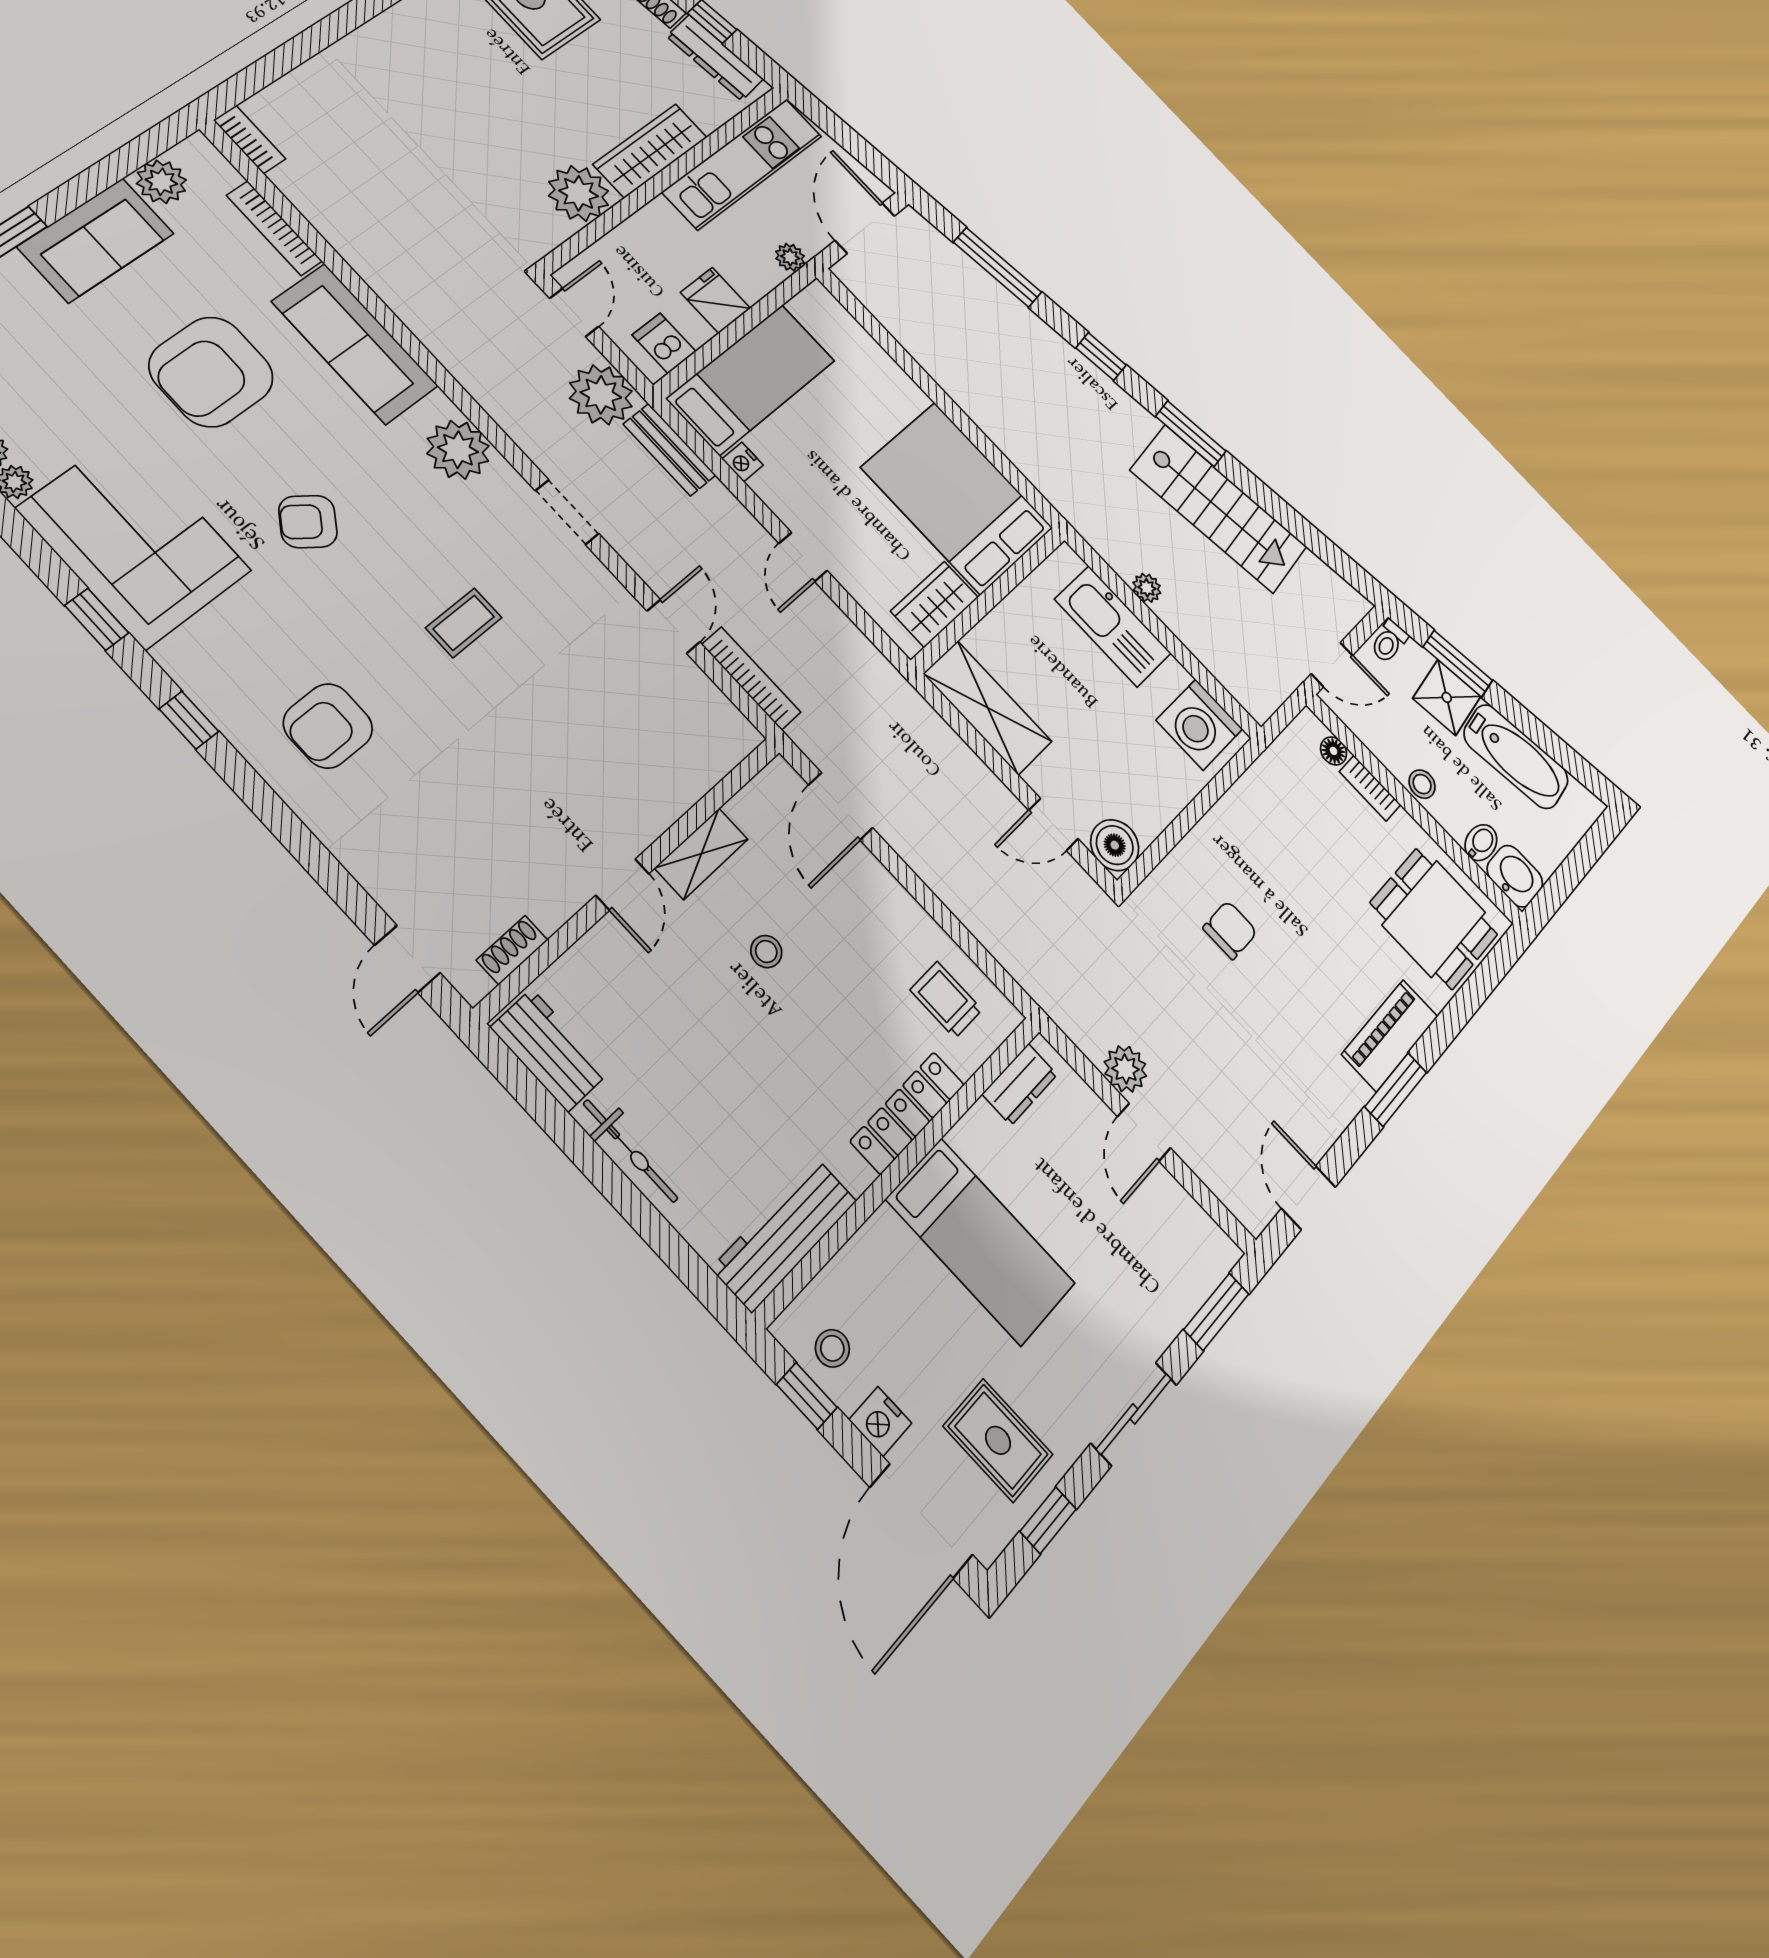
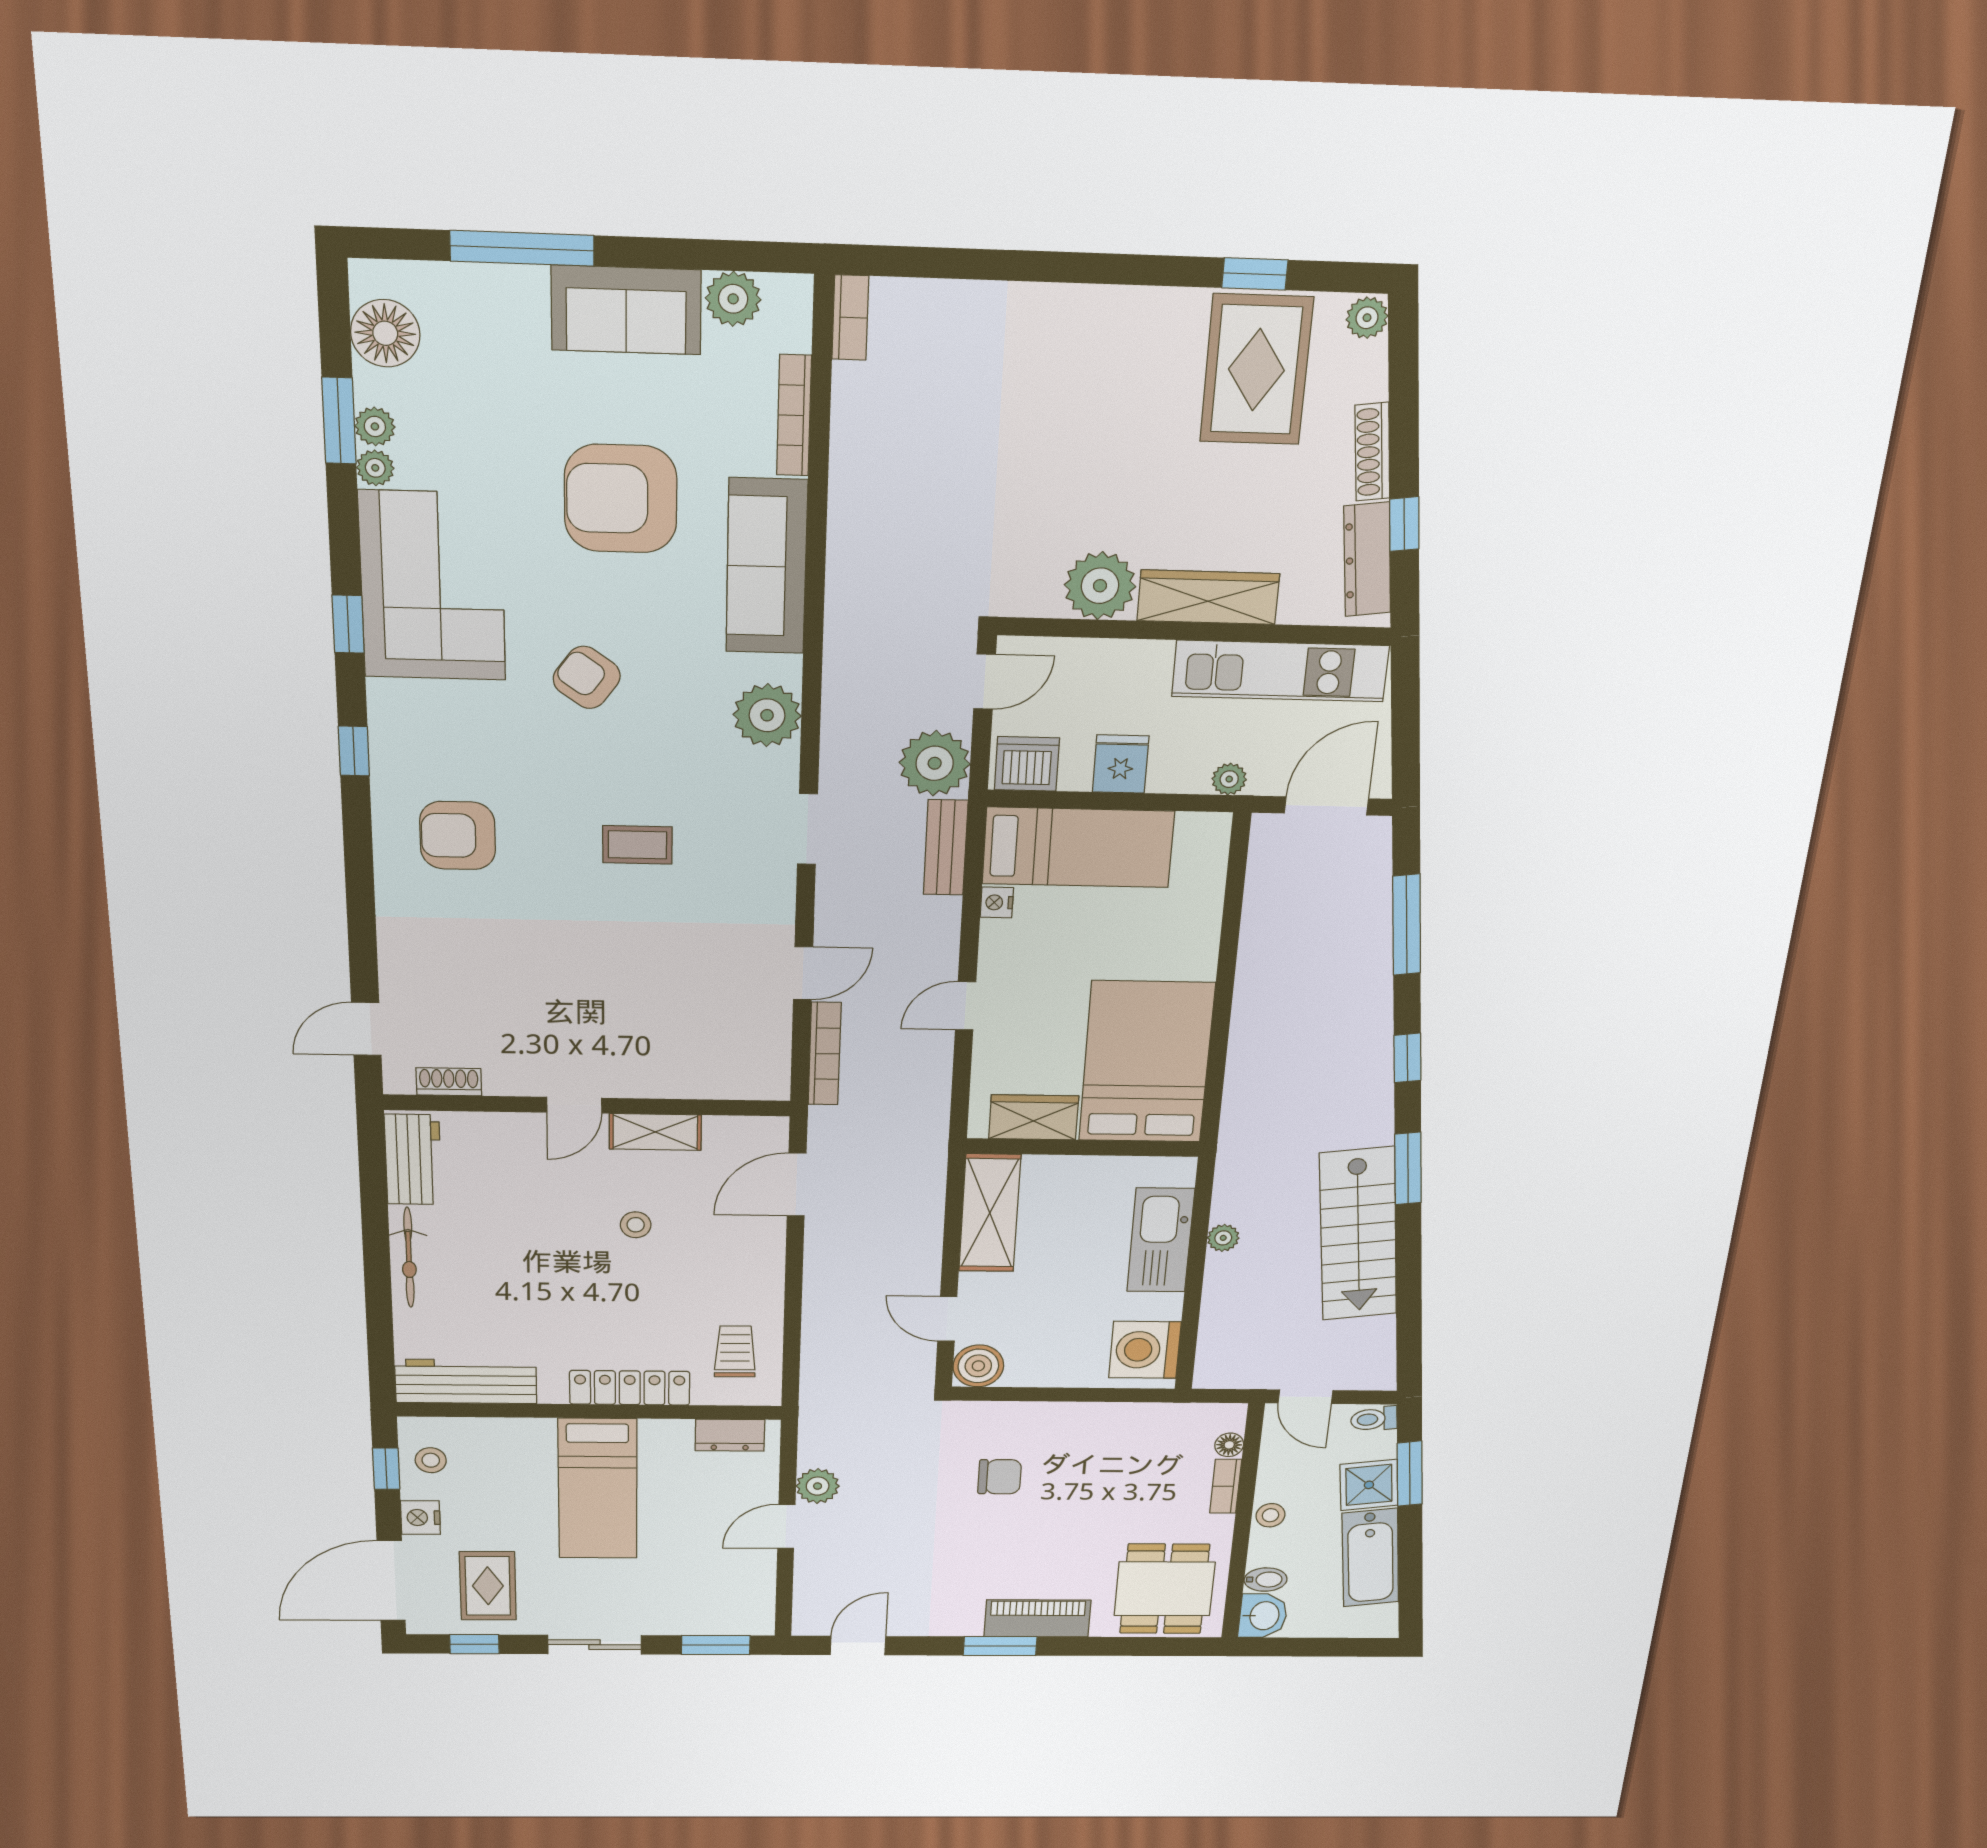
dishwasher: (664, 343) -> (1027, 764), width x1.38

